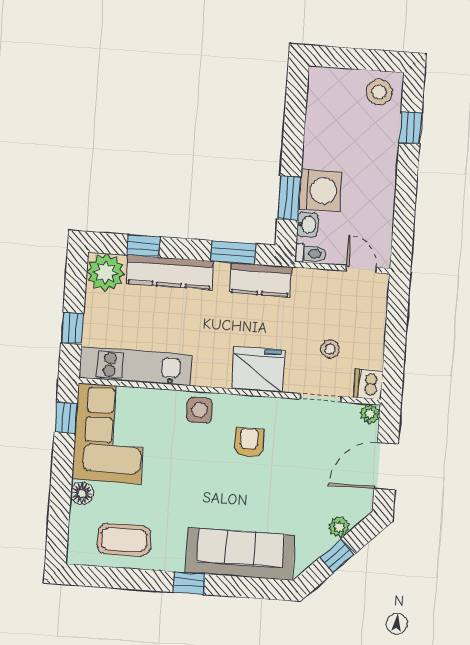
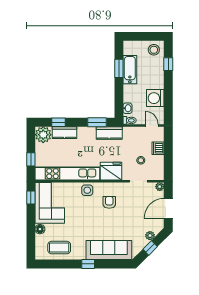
bathtub: (320, 134) -> (130, 70), added
washing machine: (320, 190) -> (155, 98), moved, turned 180
window: (289, 198) -> (119, 68), moved
kitchen counter: (170, 272) -> (64, 133), width x0.67
kitchen unit: (135, 366) -> (67, 174), width x1.36
dishwasher: (368, 384) -> (158, 148), moved

